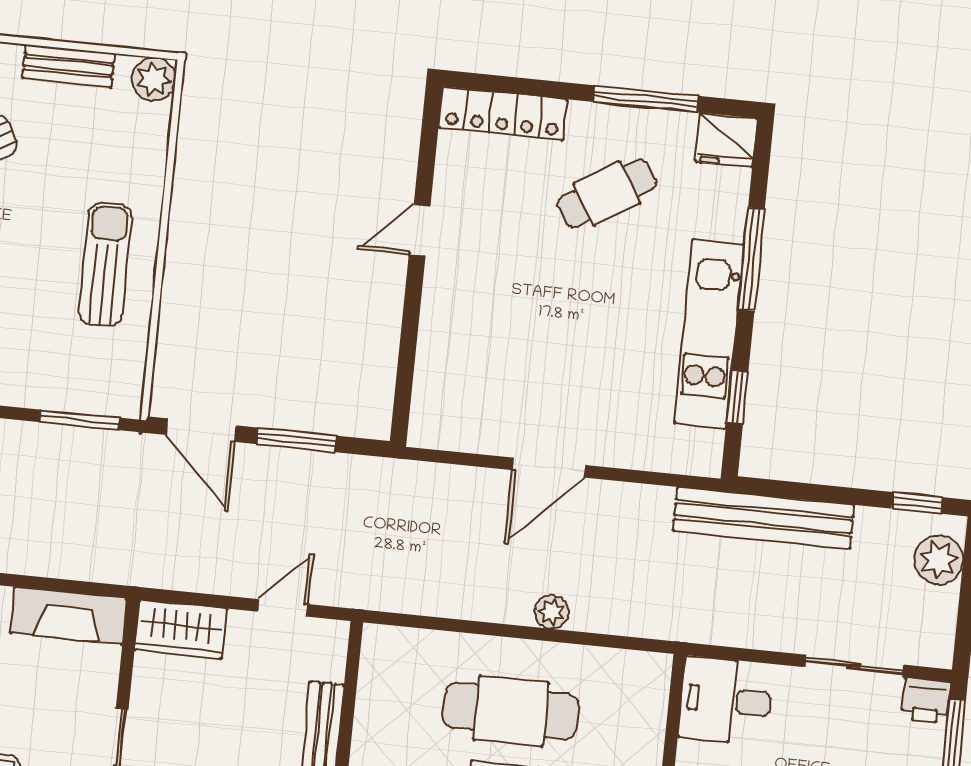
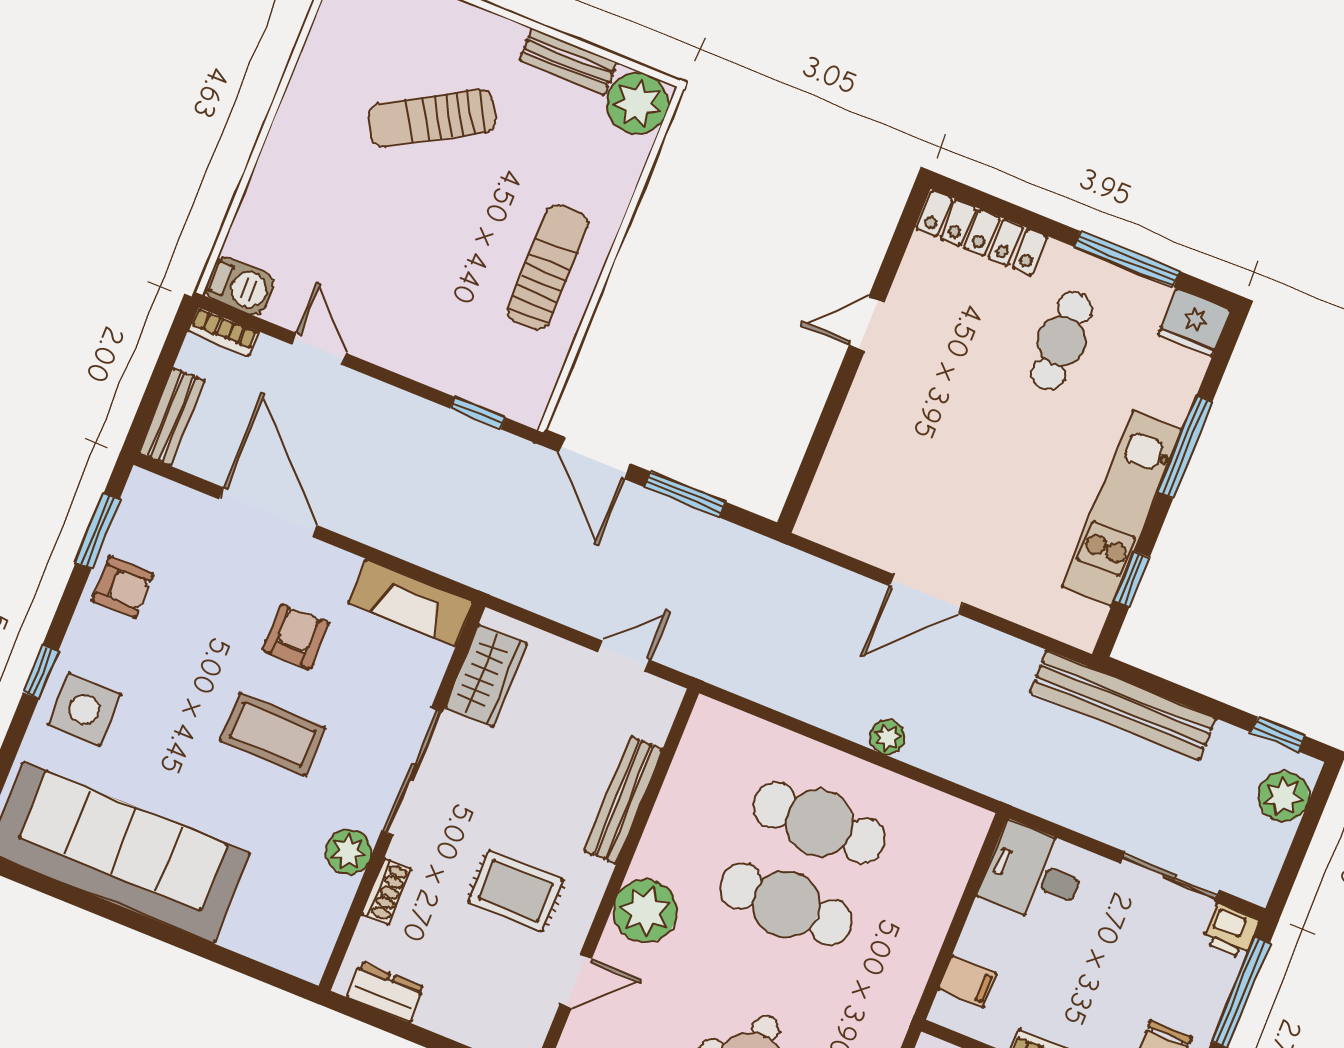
plant: (154, 79) -> (637, 103), width x1.36, depth x1.36
cafe table: (607, 193) -> (1061, 341), turned -58
window: (80, 420) -> (478, 413), width x0.67
wardrobe: (181, 629) -> (486, 675), moved, turned -90

